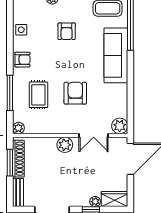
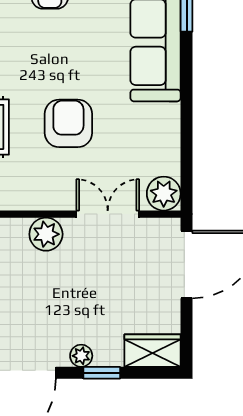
double door: (94, 135) -> (108, 214), swing flipped
plant: (95, 202) -> (81, 356), moved

